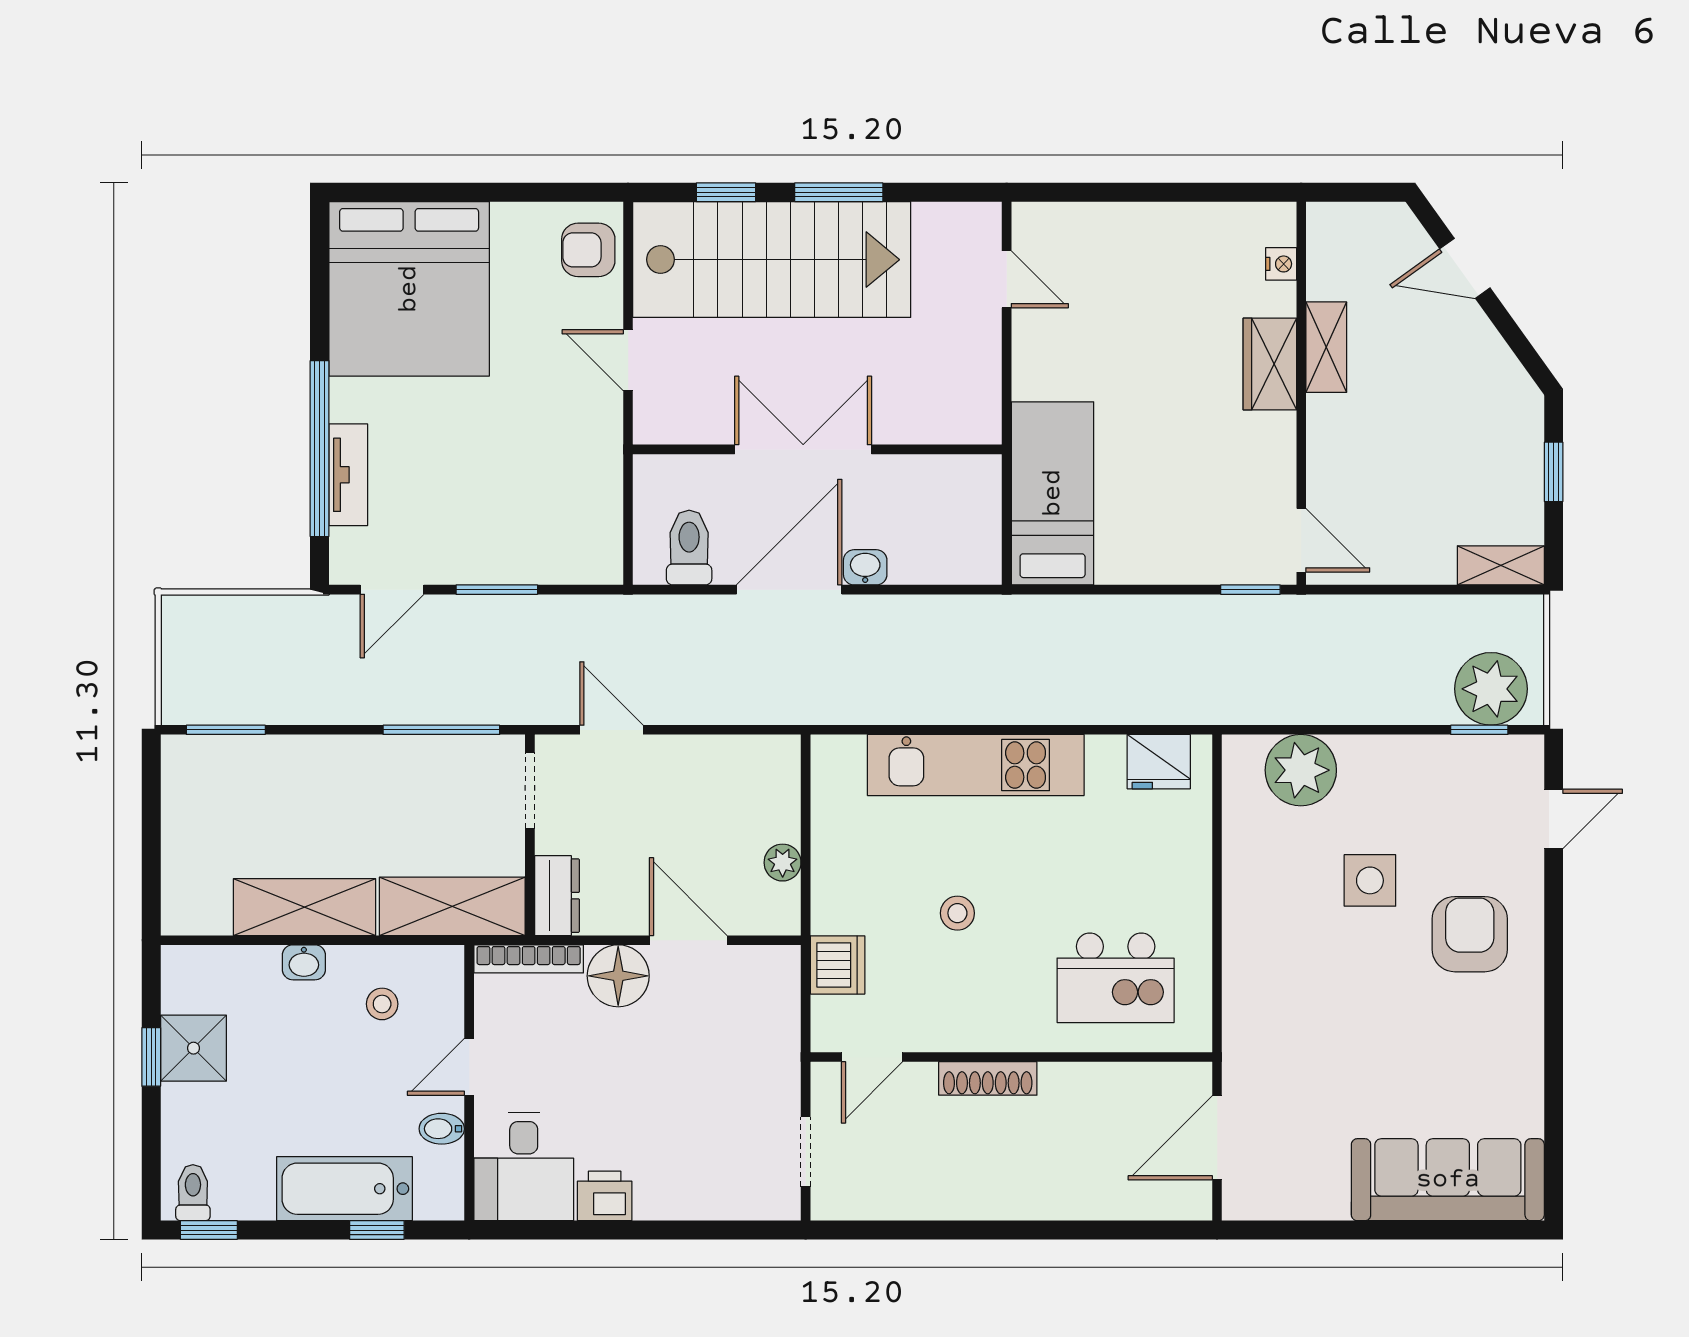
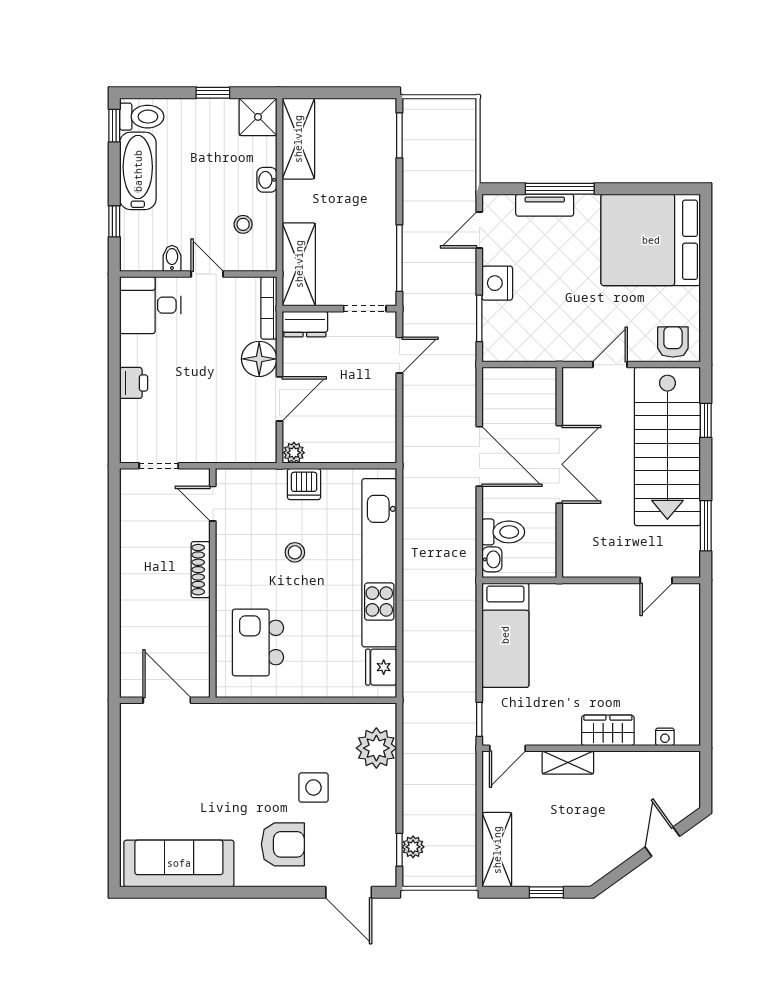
window: (839, 192) -> (706, 526), moved
shelving: (1326, 347) -> (568, 763), moved
window: (319, 449) -> (560, 189), width x0.68
bed: (1053, 493) -> (505, 635), moved, turned 90
toilet: (689, 548) -> (503, 532), moved
nightstand: (485, 558) -> (497, 283), added
shelving: (1501, 565) -> (497, 850), width x1.50, depth x1.33
washbasin: (865, 567) -> (492, 559), moved
door: (392, 590) -> (479, 230), hinge flipped
window: (497, 590) -> (479, 318), moved
plant: (1491, 689) -> (413, 847), width x0.53, depth x0.53
kitchen unit: (976, 765) -> (379, 563), width x1.36
door: (1554, 819) -> (349, 892), width x1.38
plant: (783, 863) -> (294, 453), moved
shelving: (305, 907) -> (298, 139), moved
dishwasher: (838, 965) -> (304, 484), moved
shower: (194, 1048) -> (258, 117), moved
sofa: (1448, 1180) -> (179, 863), moved, turned -90
bathtub: (344, 1189) -> (138, 171), moved
toilet: (193, 1193) -> (142, 117), width x1.37, depth x1.39
printer: (605, 1196) -> (134, 383), moved

